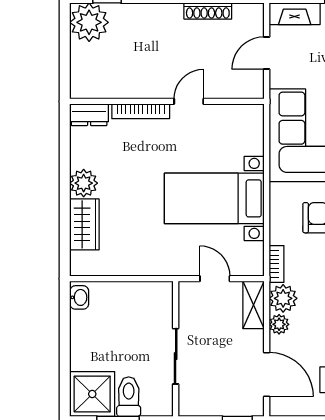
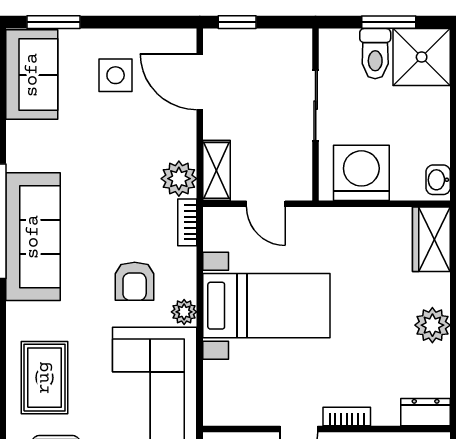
bookcase: (141, 111) -> (347, 417), width x0.64
wardrobe: (84, 224) -> (431, 239), moved
washing machine: (140, 303) -> (361, 173), added
plant: (279, 324) -> (184, 312), moved

